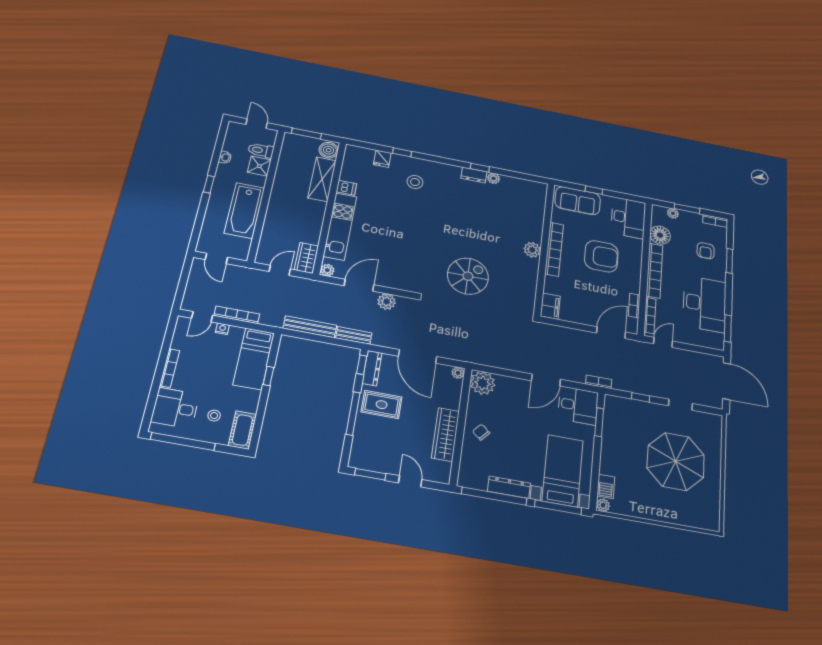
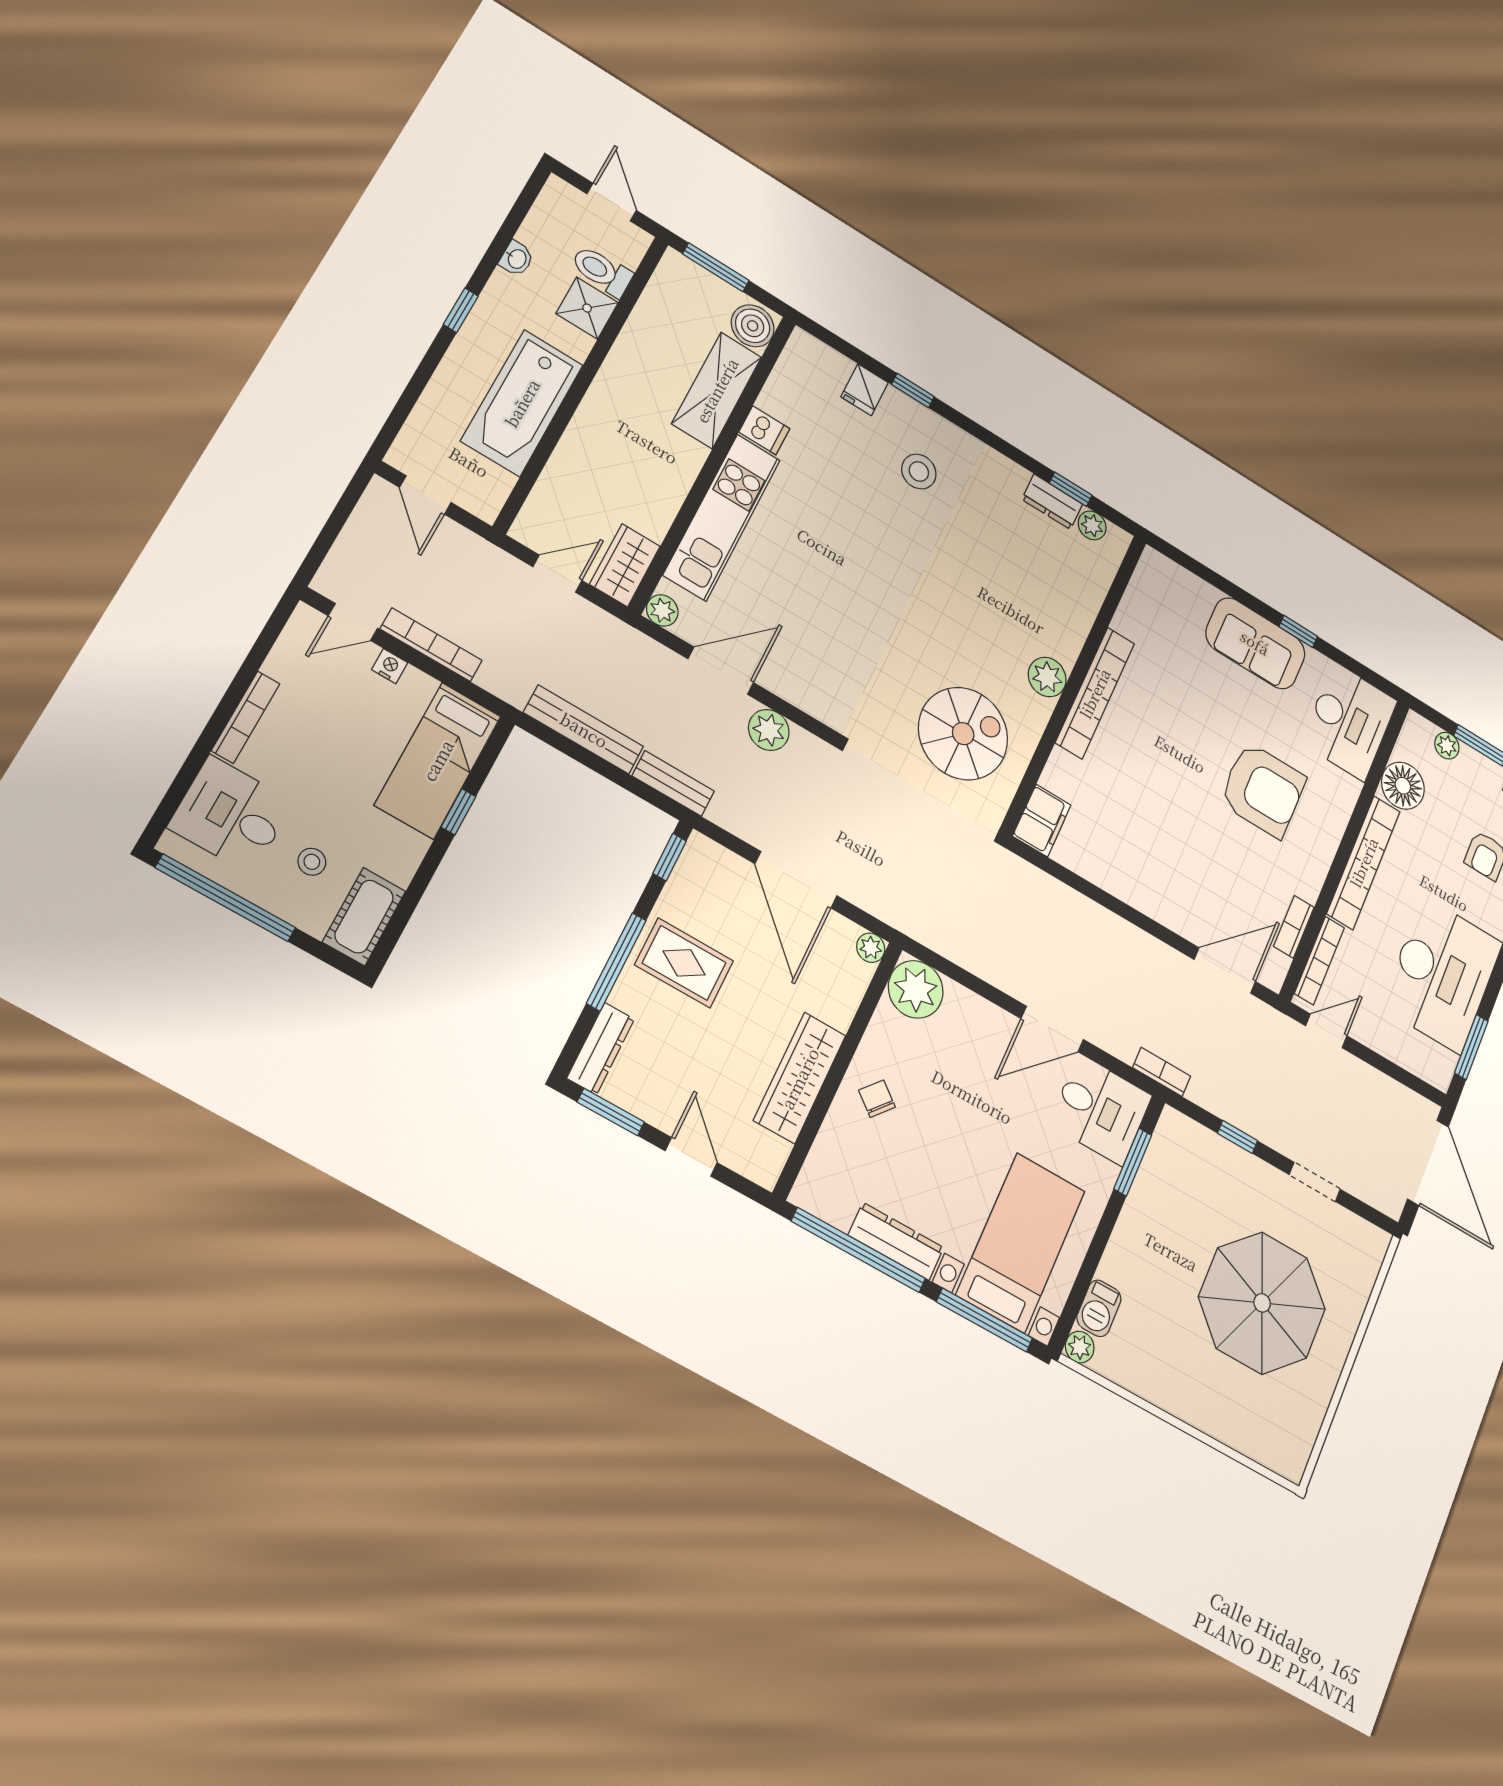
wall: (544, 248) -> (1074, 683), moved
bookcase: (554, 249) -> (1095, 693), moved
plant: (532, 250) -> (1047, 677), moved
filing cabinet: (550, 306) -> (1042, 821), moved
dresser: (372, 368) -> (601, 1049), moved

